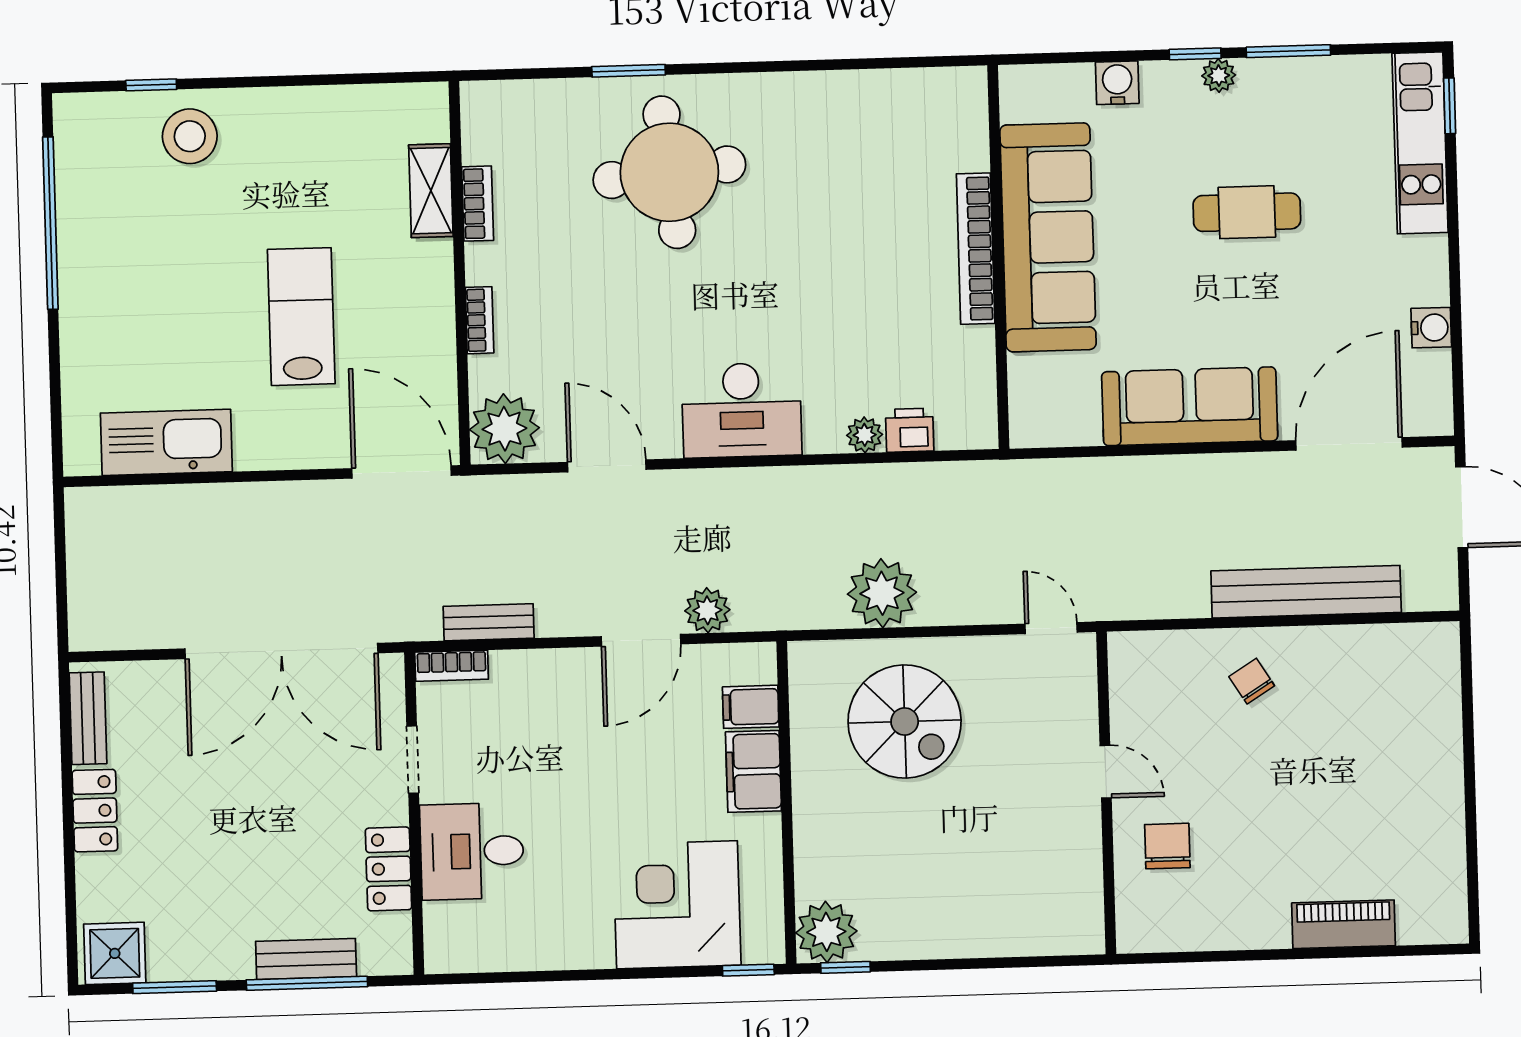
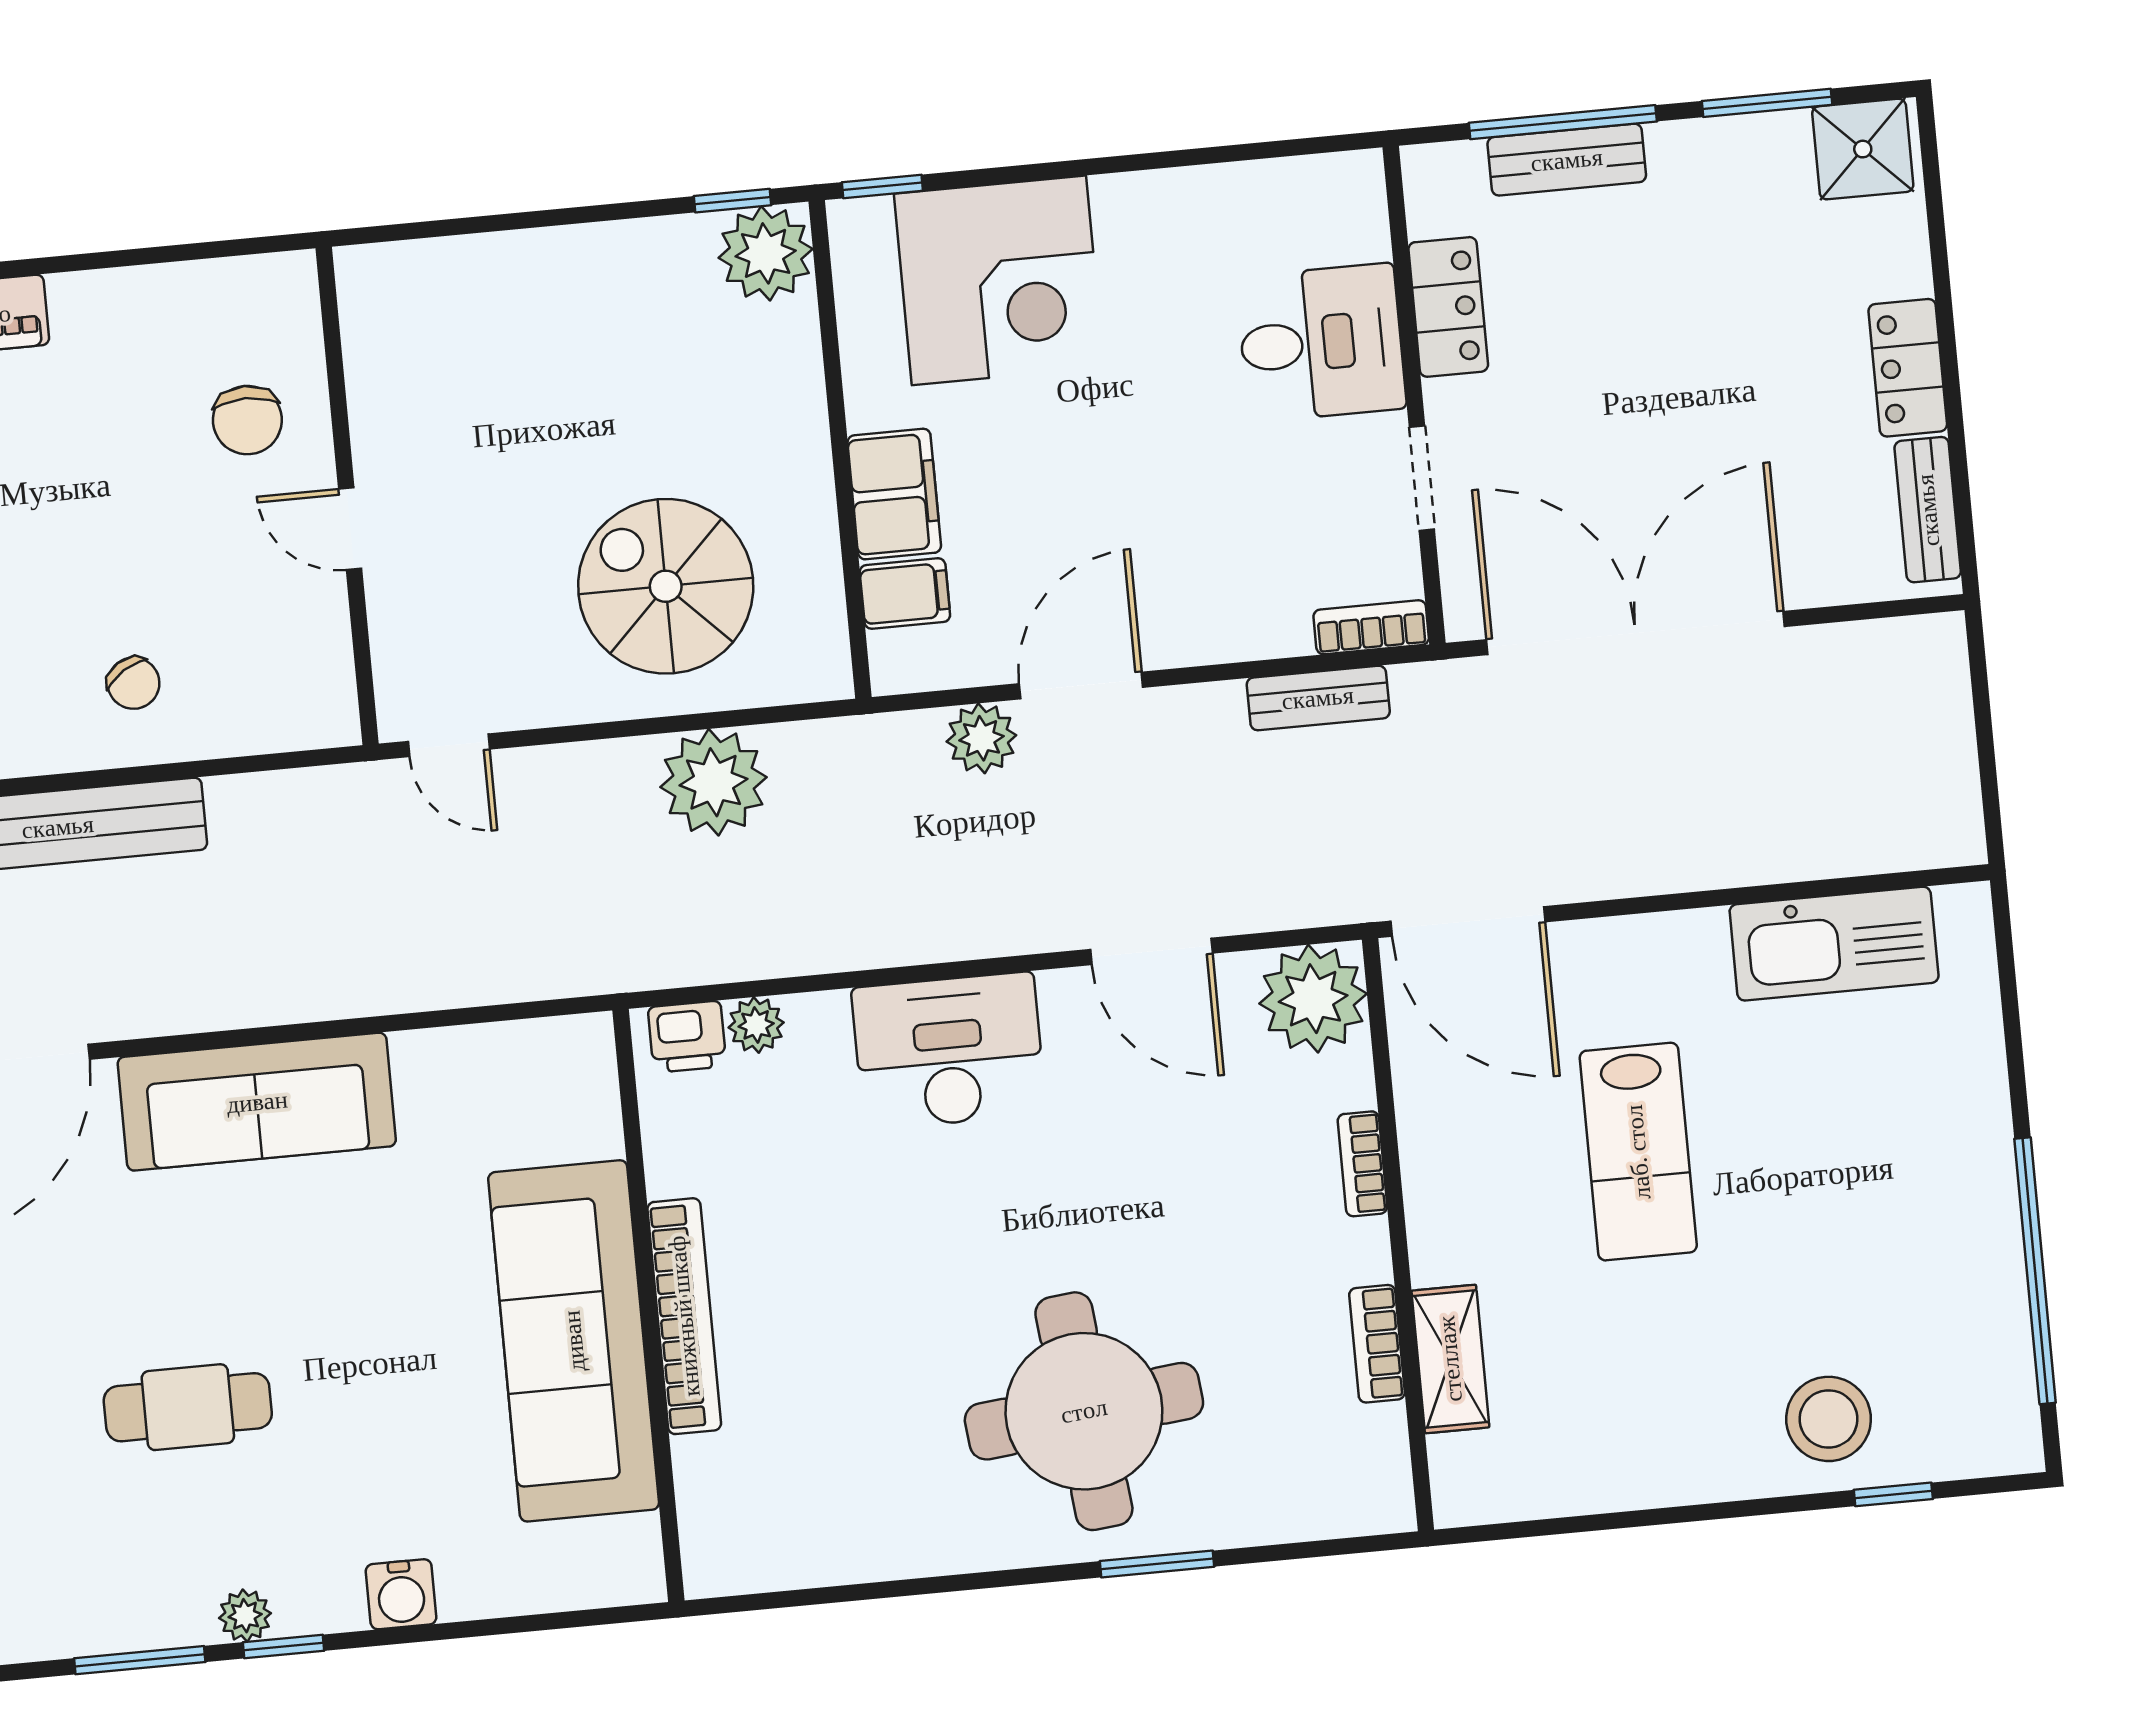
sofa: (1048, 237) -> (574, 1341), moved
bookcase: (976, 249) -> (684, 1316), moved
wall: (998, 257) -> (648, 1305), moved

